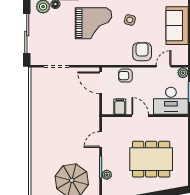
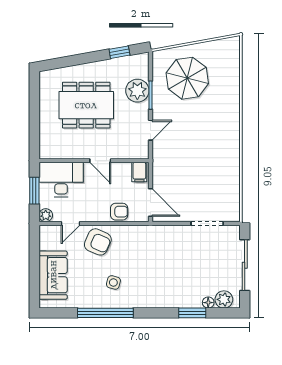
grand piano: (93, 23) -> (160, 278), removed
armchair: (142, 52) -> (98, 242), turned -66
filing cabinet: (120, 107) -> (139, 172), moved
plant: (107, 175) -> (137, 91), width x1.87, depth x1.87

